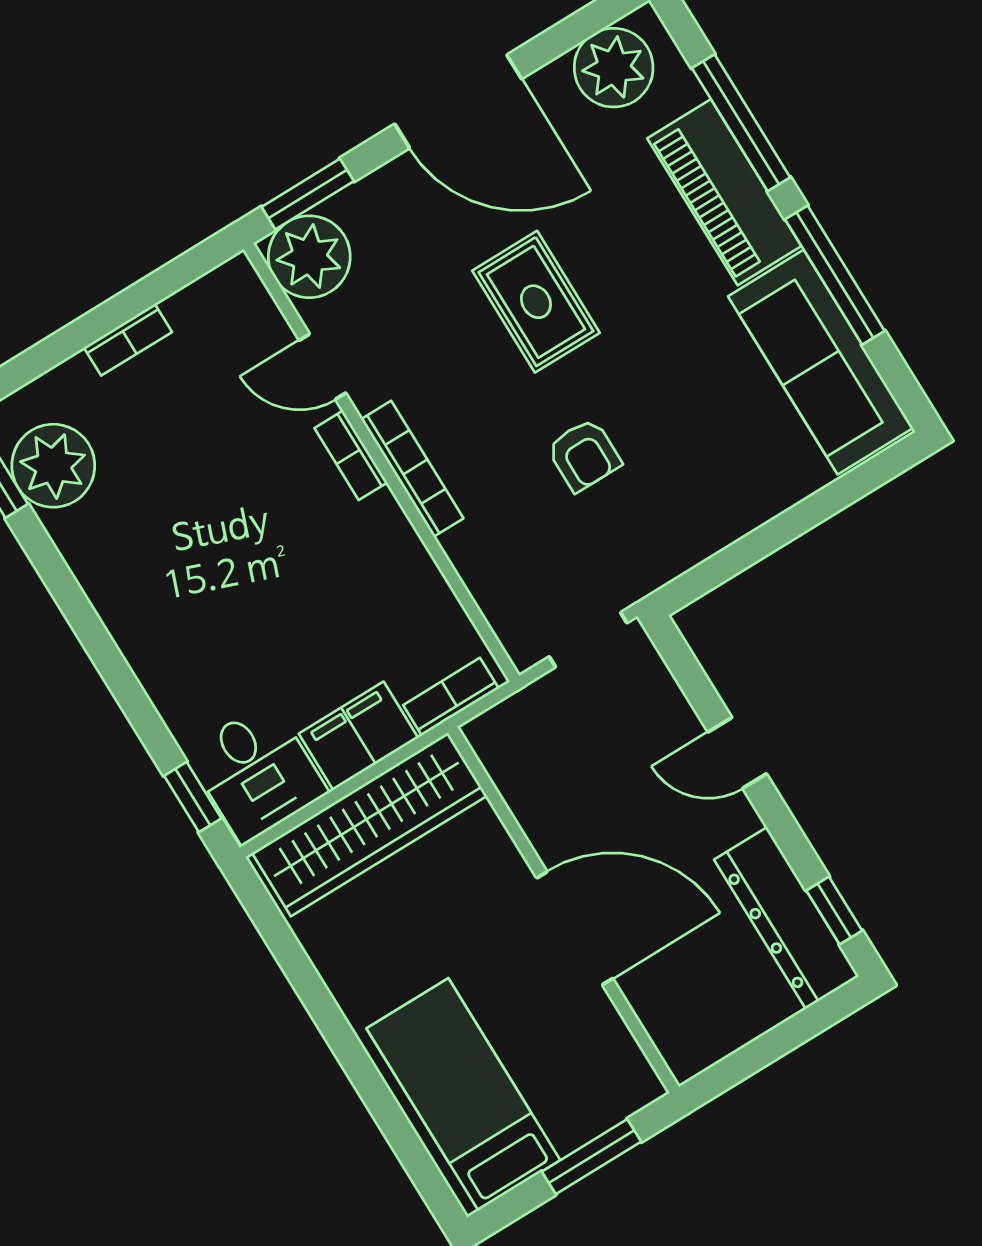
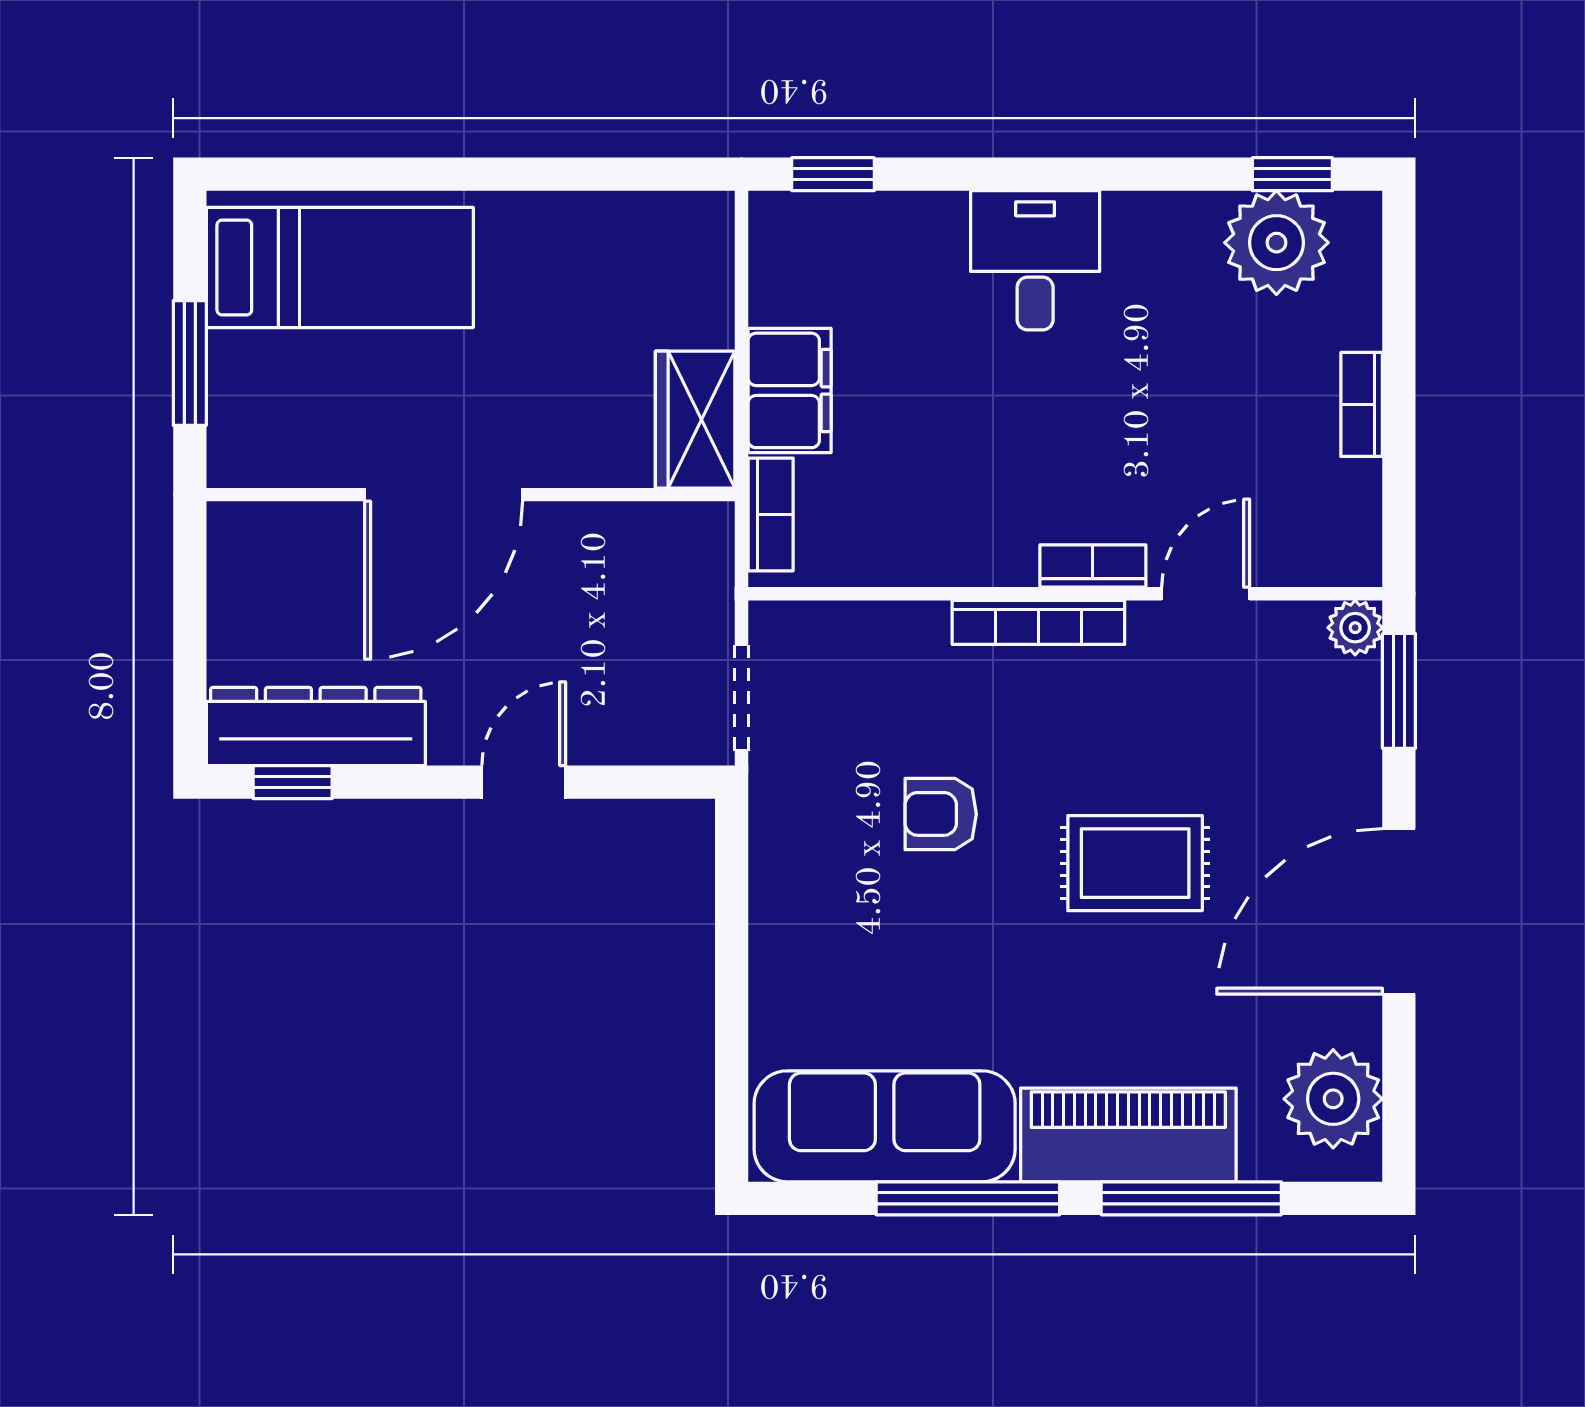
plant: (309, 257) -> (1355, 628), width x0.53, depth x0.53
desk: (257, 772) -> (1035, 260), moved, turned 90
wardrobe: (369, 824) -> (695, 420), width x0.48, depth x0.85

